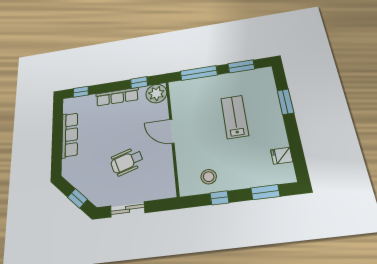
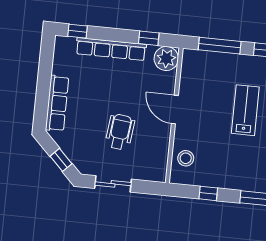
row of seats: (117, 97) -> (111, 49), width x1.36
row of seats: (70, 135) -> (57, 103), moved
wheelchair: (127, 161) -> (120, 132), turned 114
stool: (209, 177) -> (186, 158), moved

